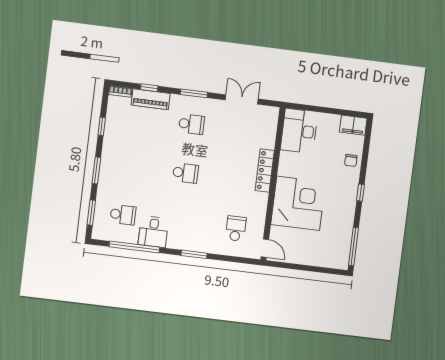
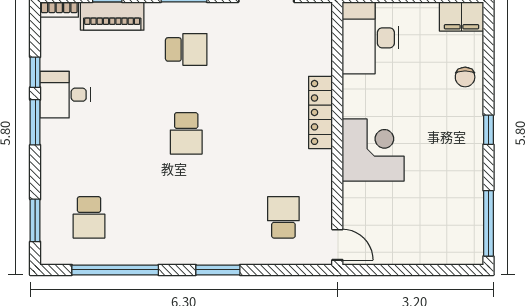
window: (96, 170) -> (35, 122), moved
school desk: (185, 173) -> (186, 133), turned 90
corner desk: (298, 203) -> (373, 150), width x0.74, depth x0.74
school desk: (123, 215) -> (89, 217), turned 90
desk: (153, 232) -> (65, 95), moved, turned 90

